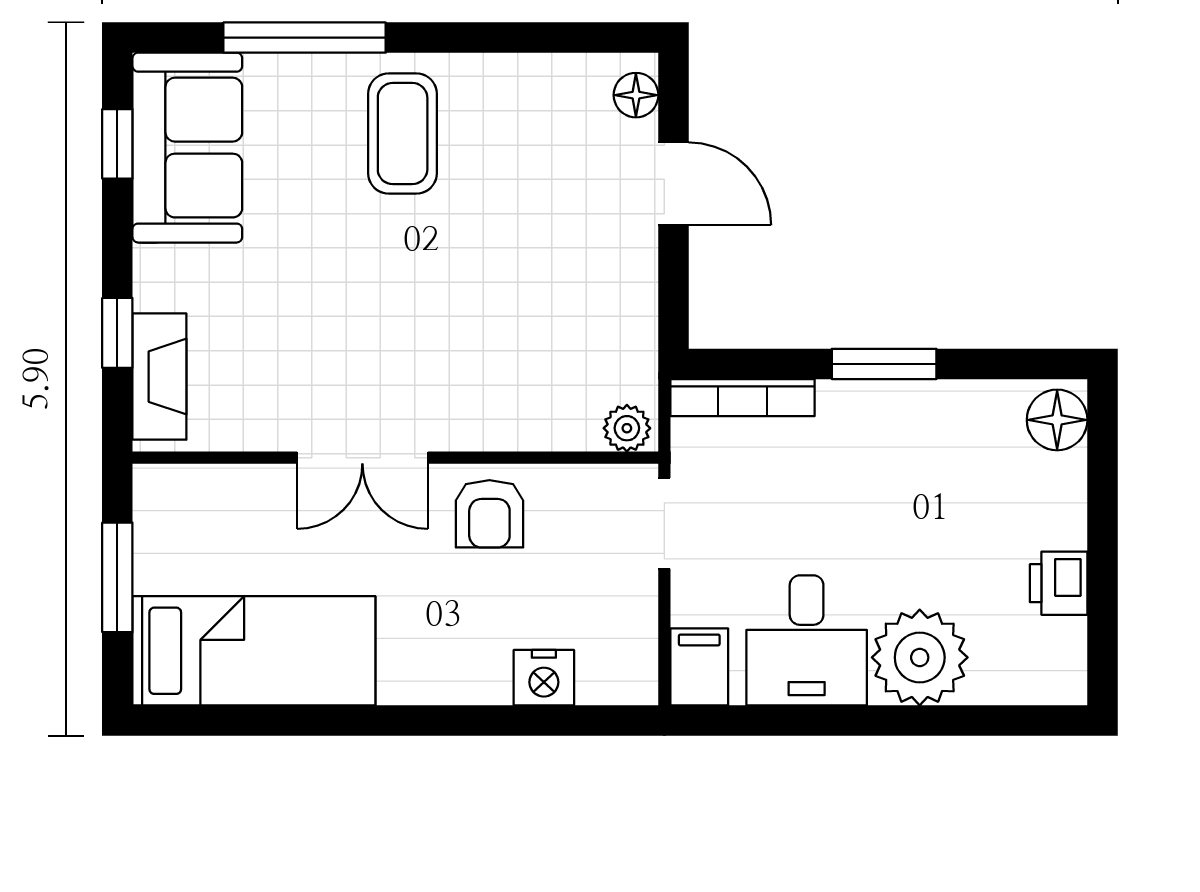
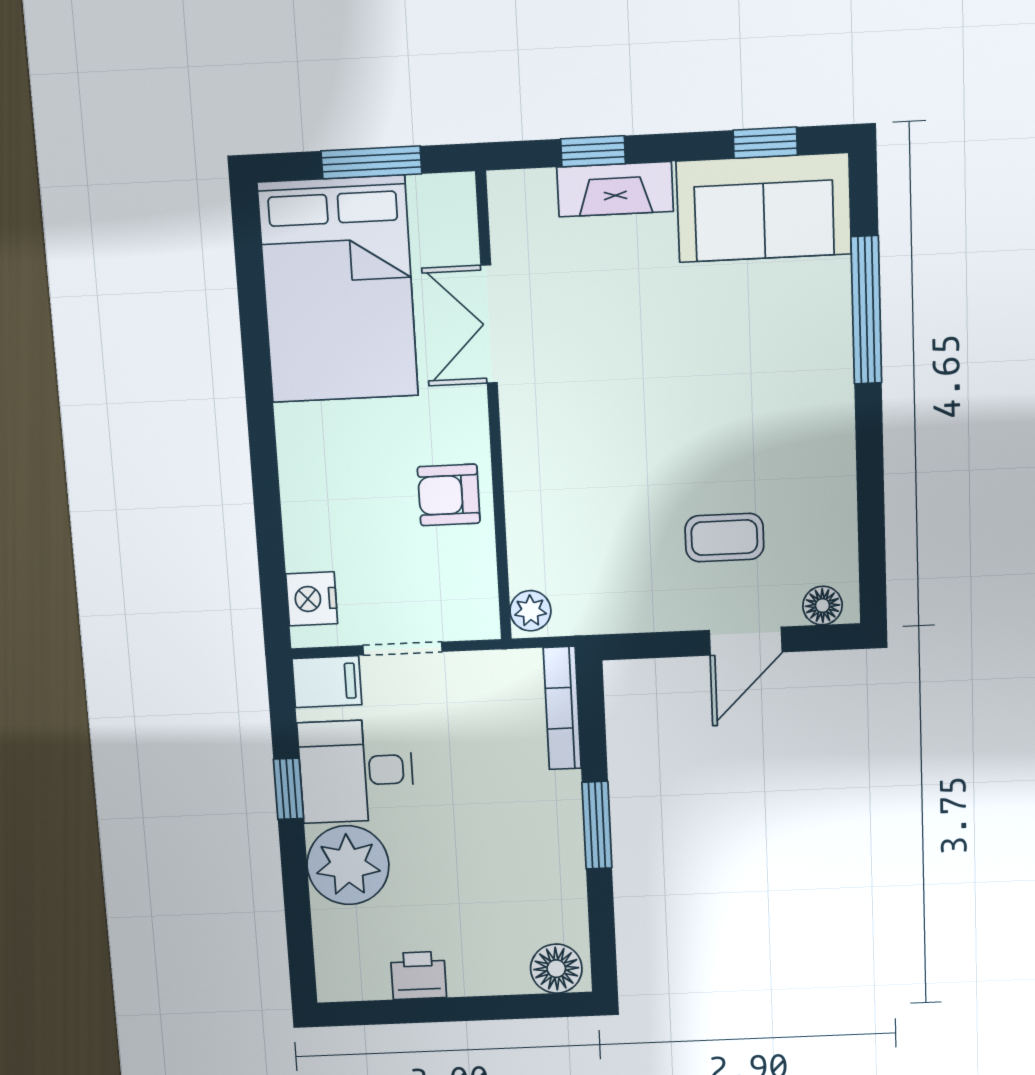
coffee table: (403, 134) -> (724, 538), moved, width x0.73, depth x0.77
fireplace: (159, 377) -> (615, 189), moved
double door: (362, 458) -> (489, 324), moved
doorway: (664, 523) -> (402, 649), moved
bed: (254, 651) -> (338, 290), width x1.50
nightstand: (544, 678) -> (312, 599), moved
window: (825, 721) -> (288, 789), added

